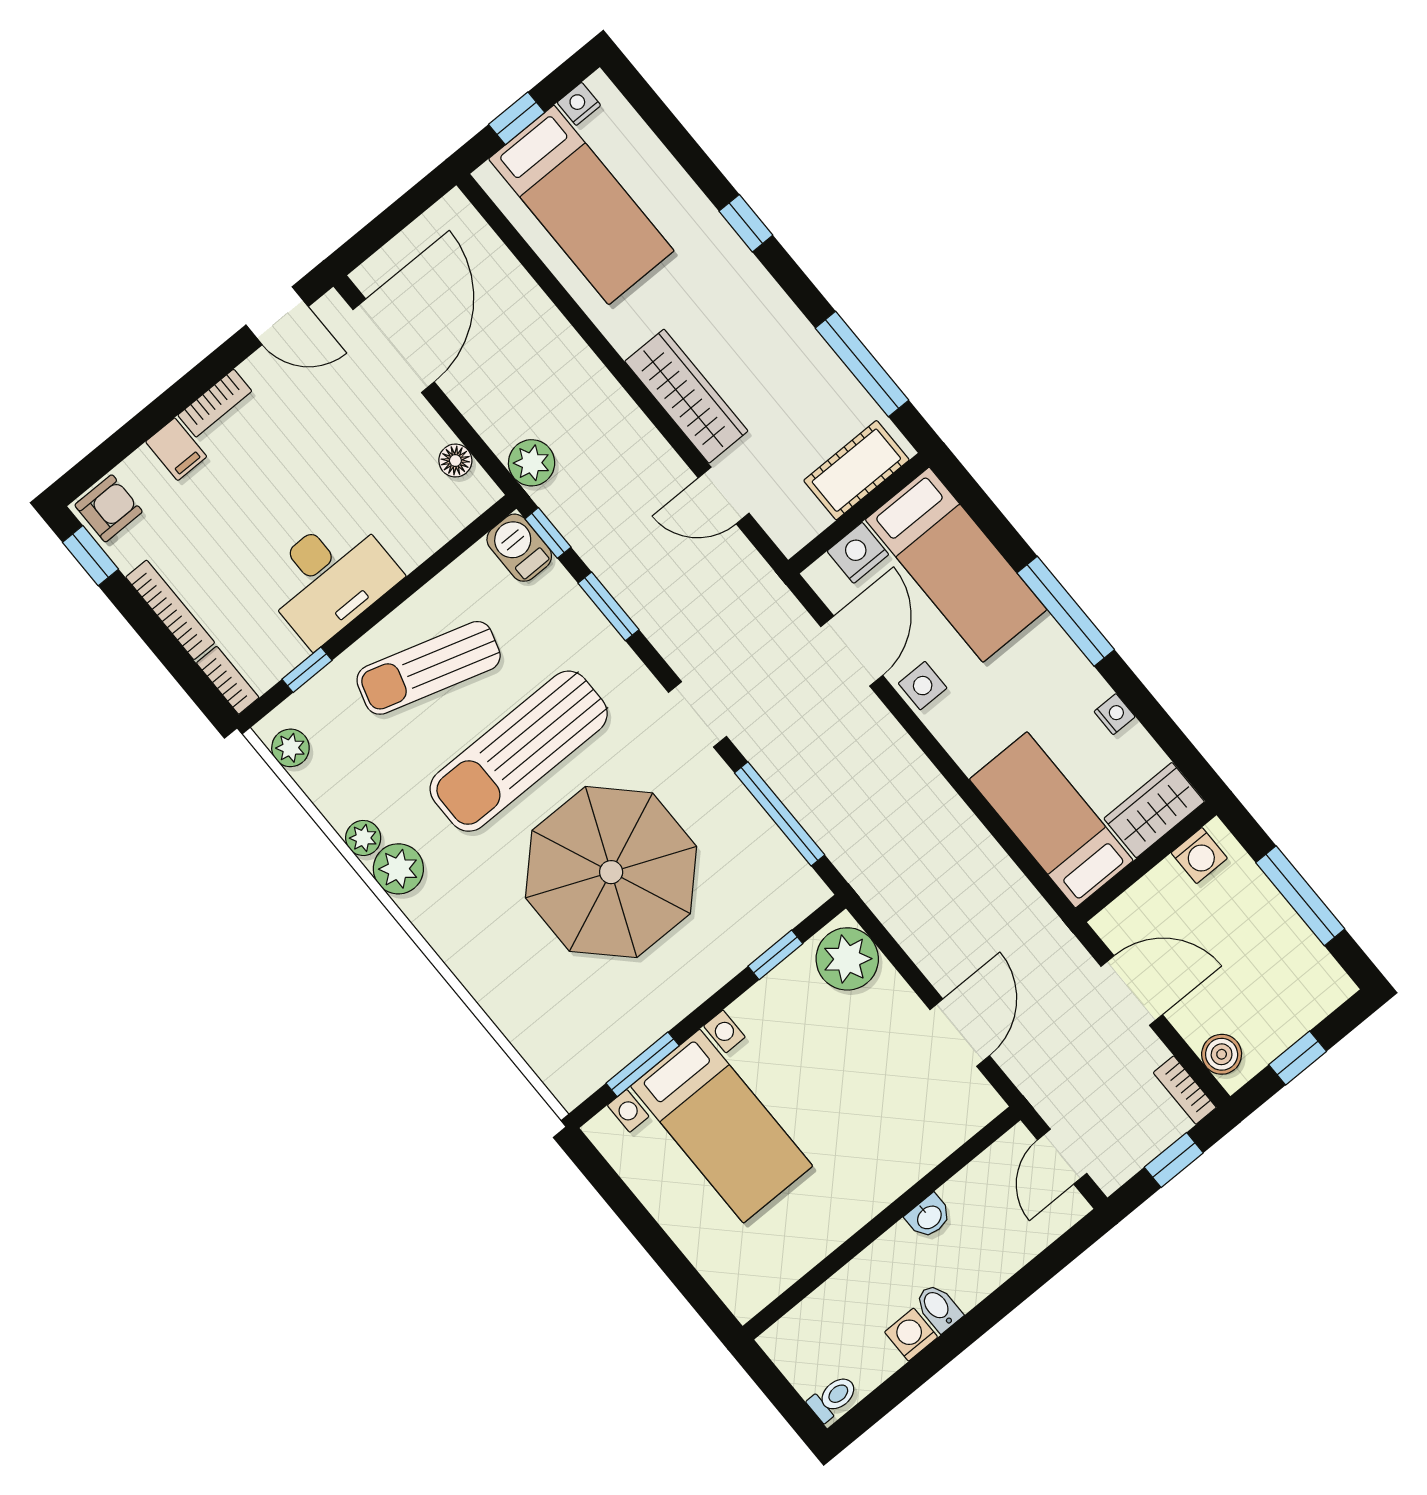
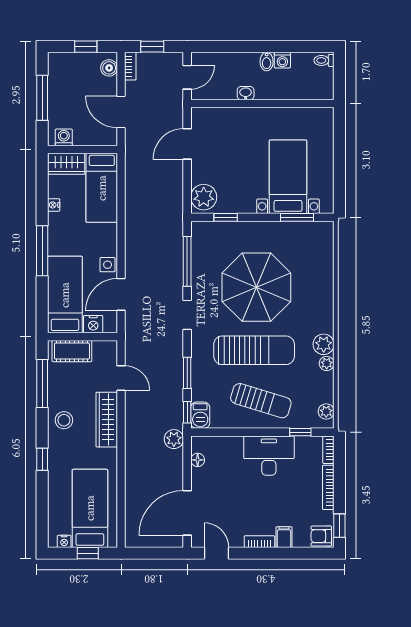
stool: (765, 329) -> (64, 420), added

